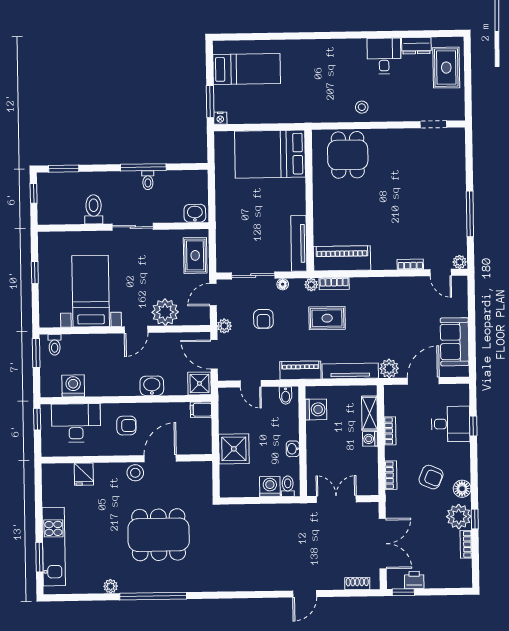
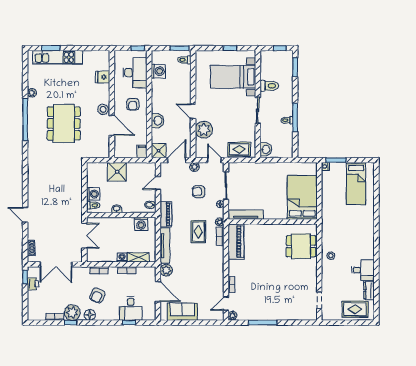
bed with nightstands: (91, 291) -> (233, 77), moved, turned 180

